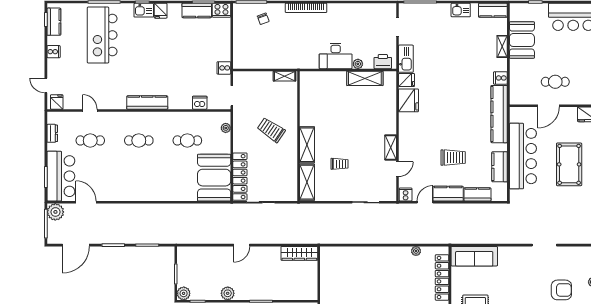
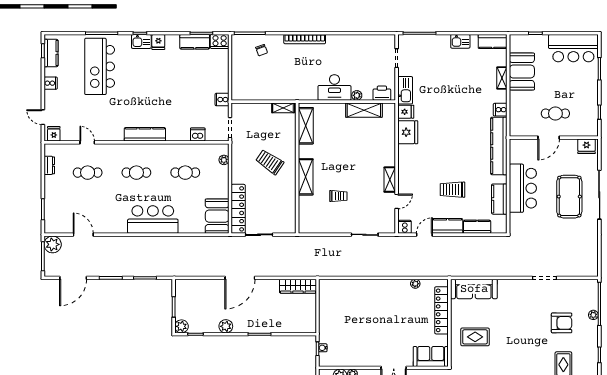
bar counter: (523, 156) -> (523, 188), width x0.73
trolley: (453, 158) -> (453, 190), turned 180
bar counter: (61, 176) -> (153, 220), moved, turned -90
booth: (214, 178) -> (217, 216), width x0.73, depth x0.70
shelving: (307, 182) -> (306, 126), moved
door: (242, 245) -> (240, 278), width x1.88

